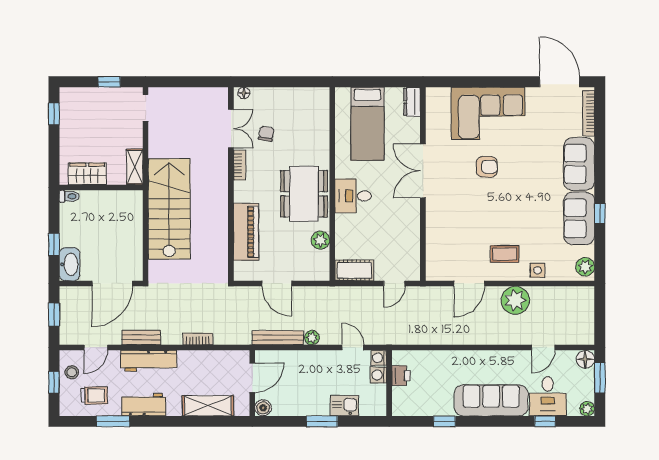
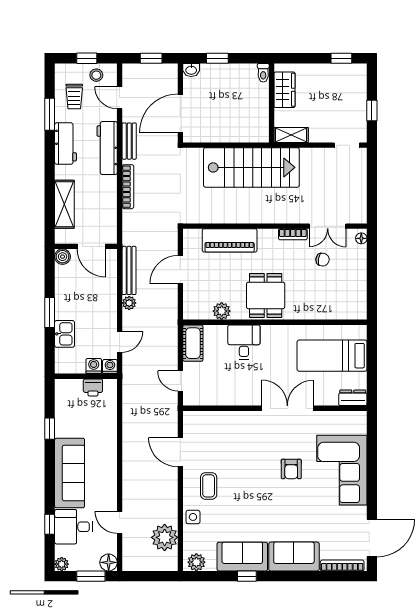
dining table: (304, 194) -> (266, 295), width x0.73
desk: (353, 196) -> (244, 342), moved
washbasin: (69, 264) -> (191, 70), width x0.52, depth x0.69
door: (112, 284) -> (180, 113), hinge flipped
plant: (515, 300) -> (165, 537), moved
bookcase: (198, 339) -> (128, 187), width x1.56

